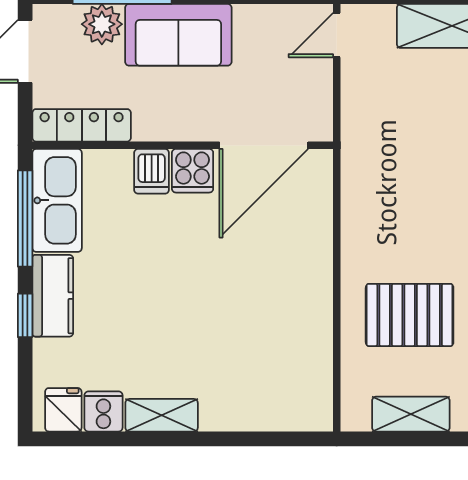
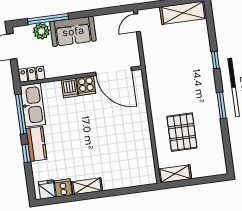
locker: (82, 125) -> (32, 74), width x0.66
door: (264, 145) -> (114, 71), hinge flipped
pallet: (410, 315) -> (182, 132), turned 90
shelving: (411, 414) -> (175, 174), moved

